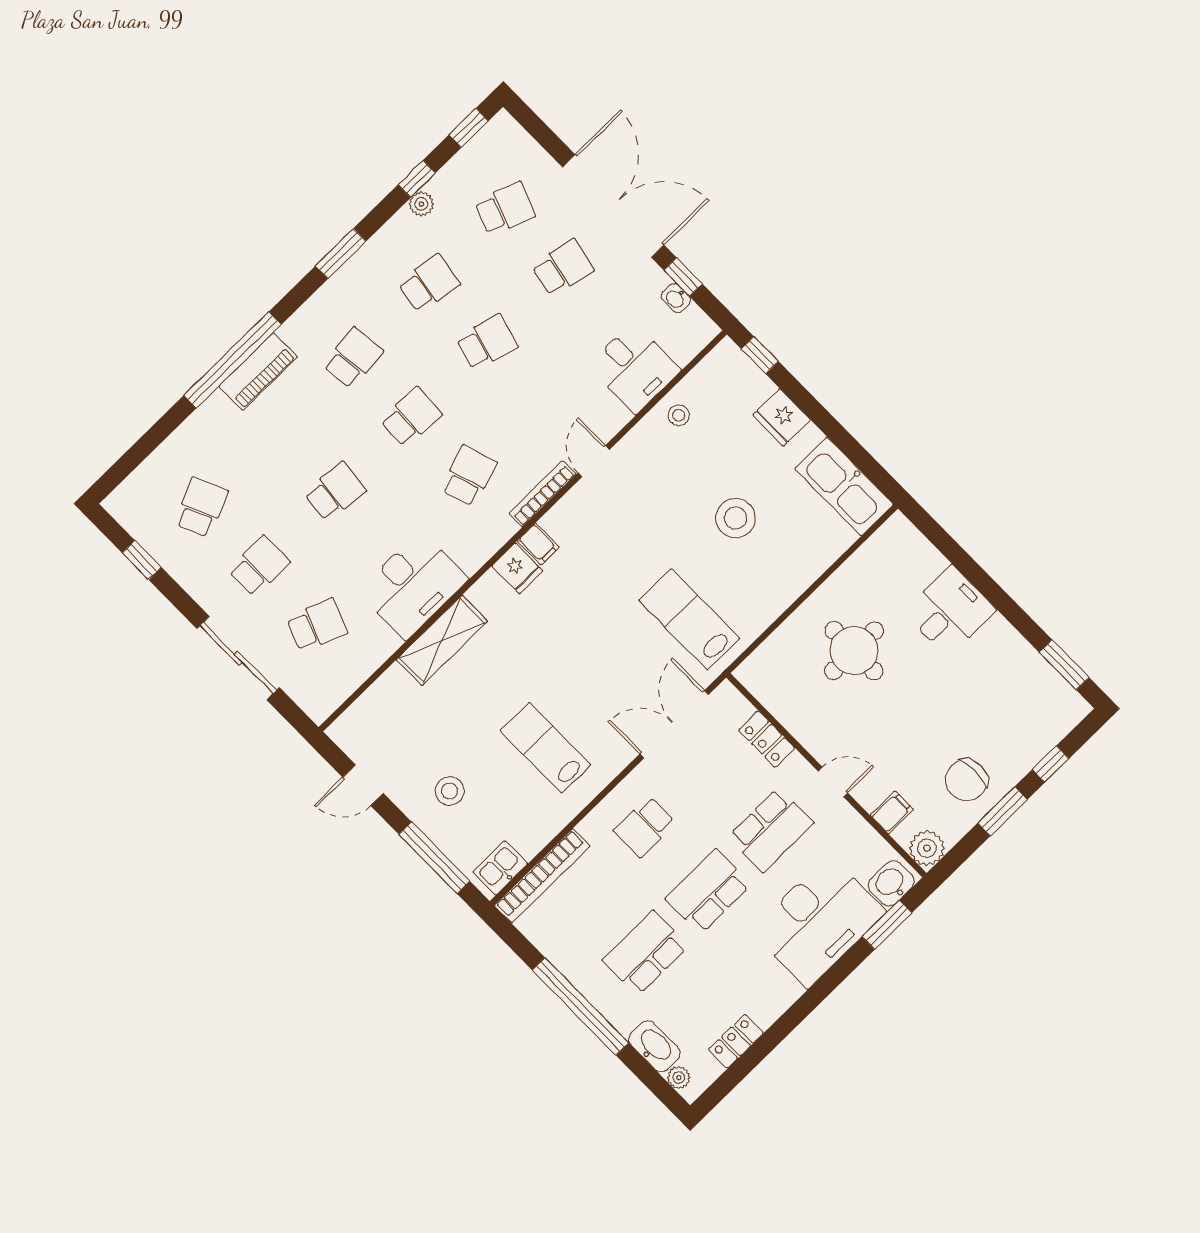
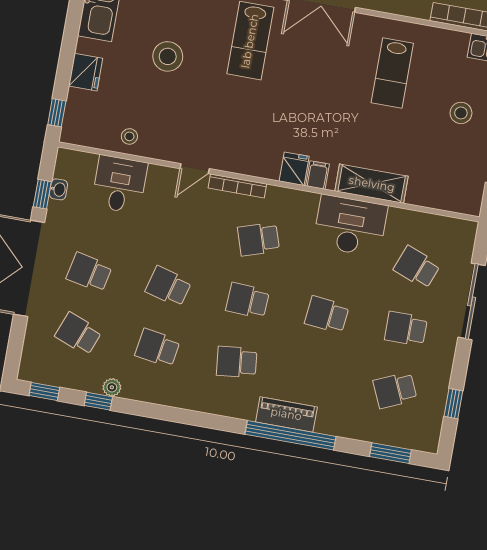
window: (341, 254) -> (390, 453), moved
filing cabinet: (538, 544) -> (318, 175), moved

